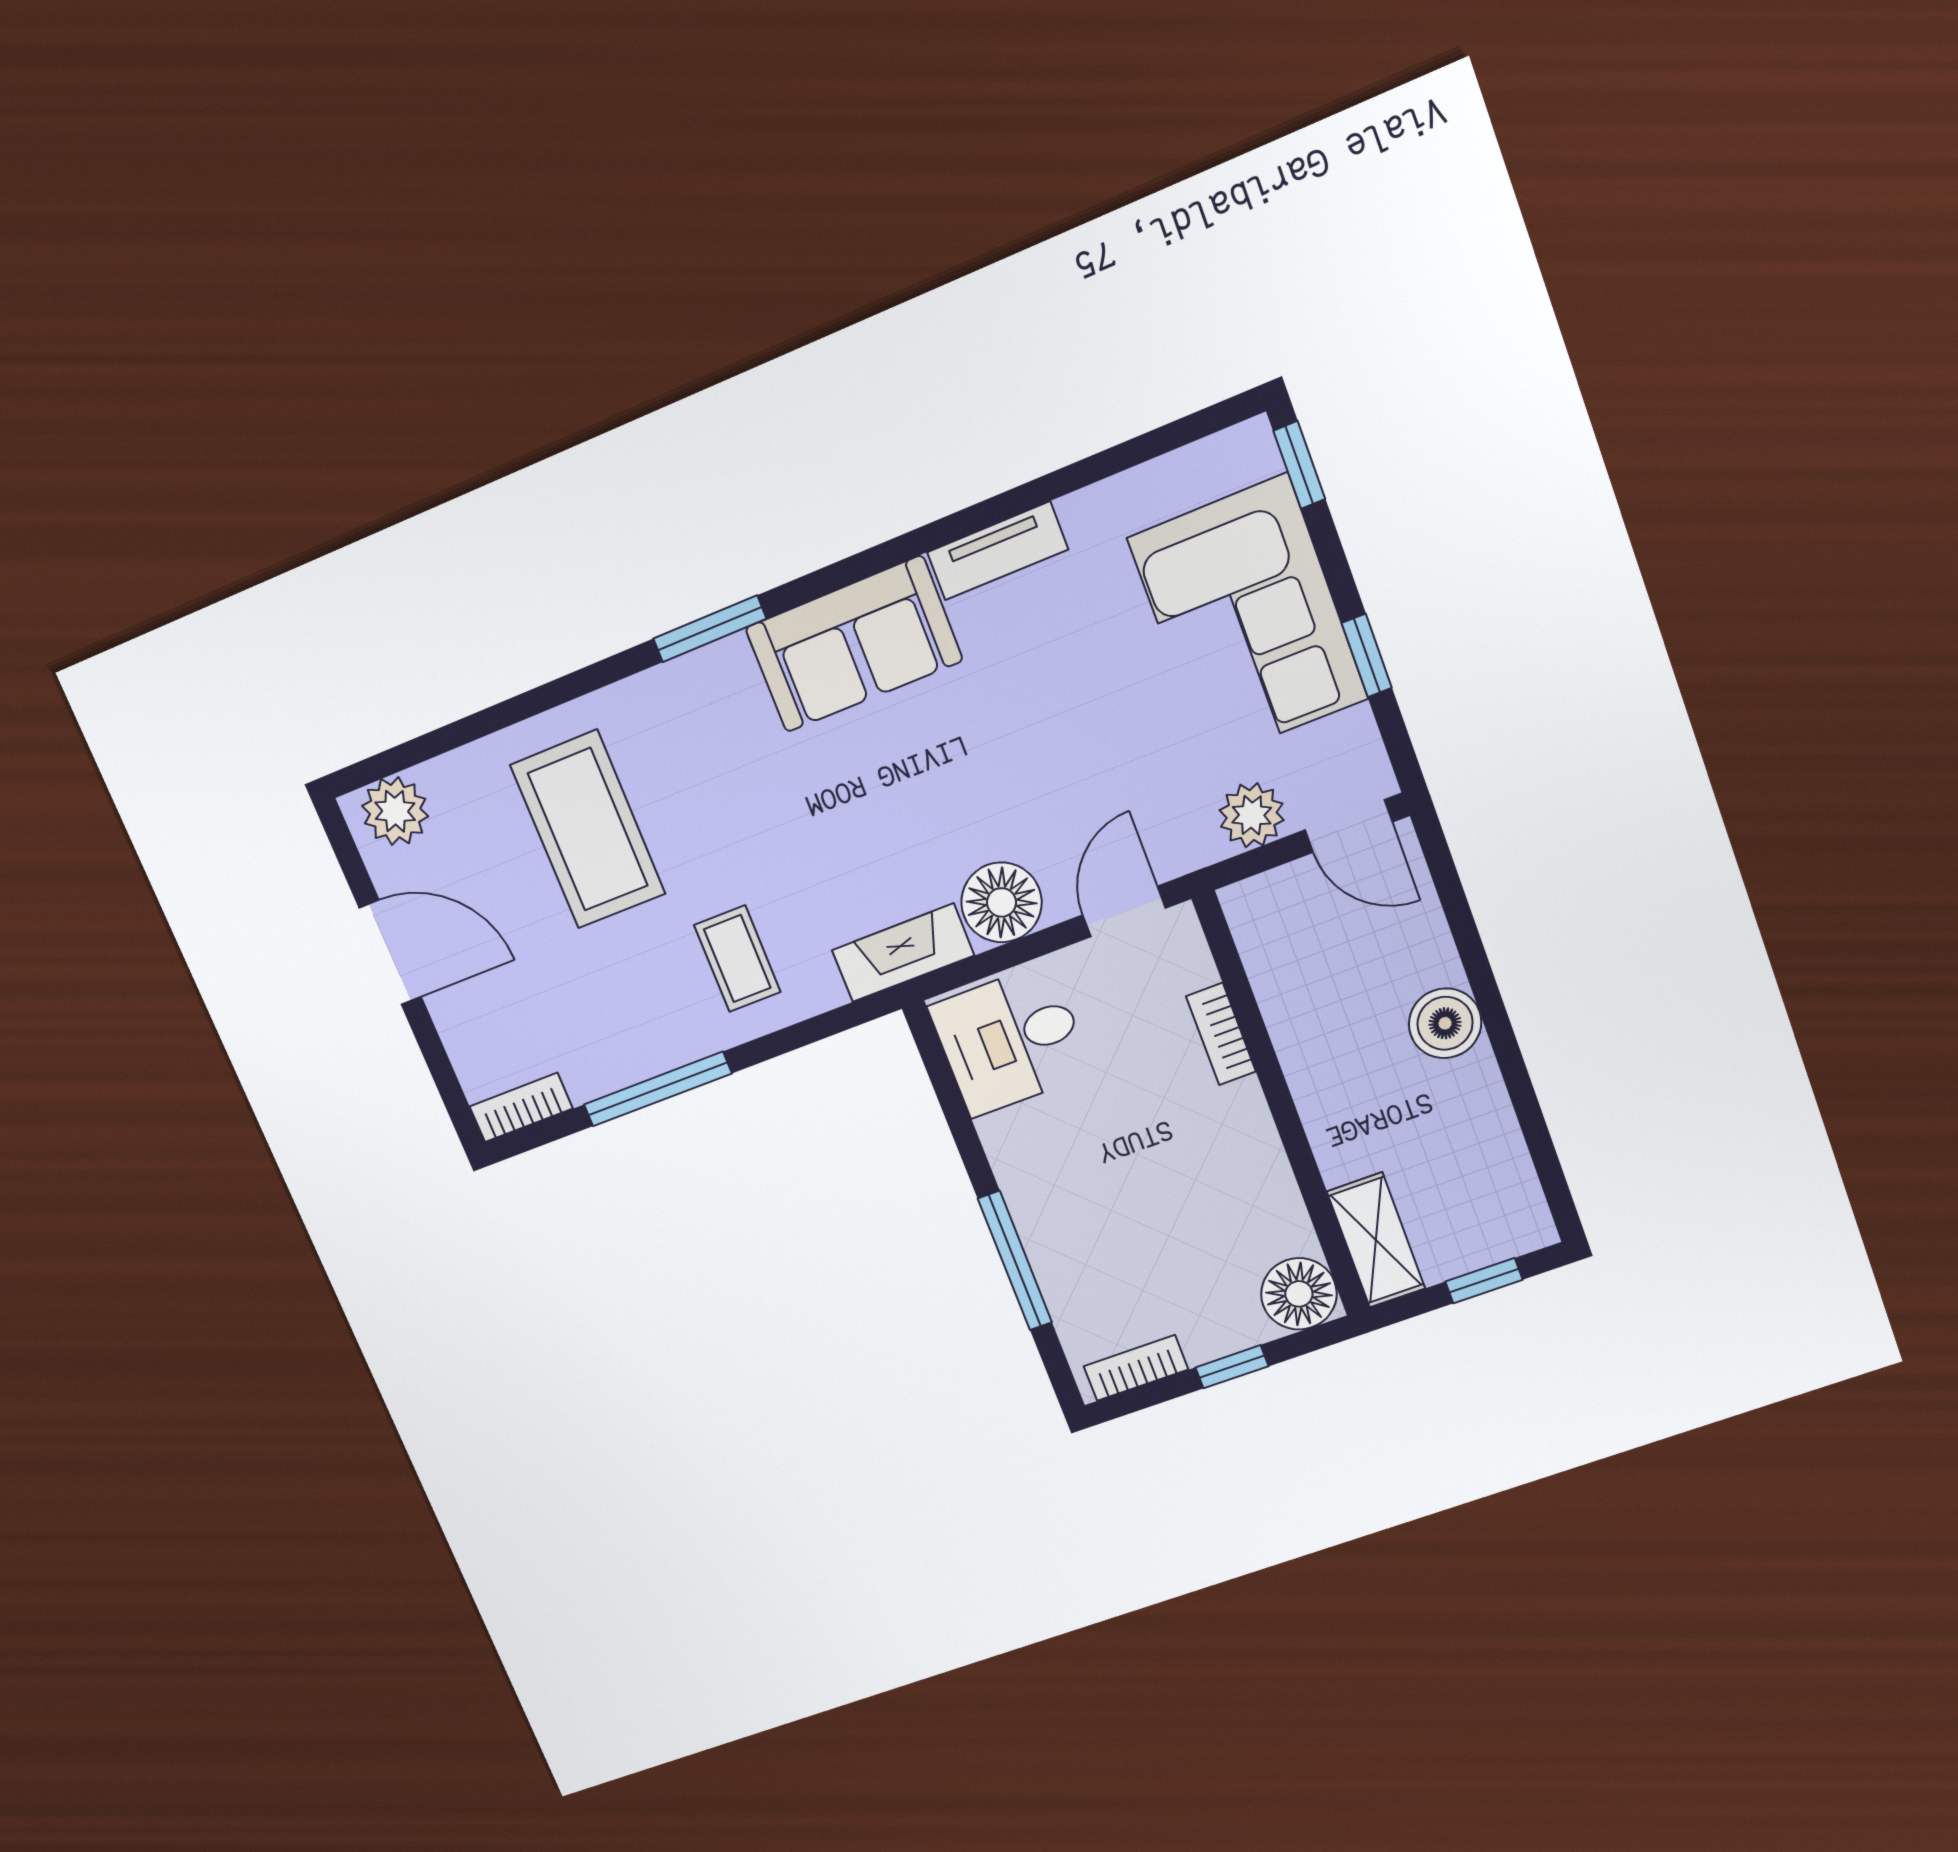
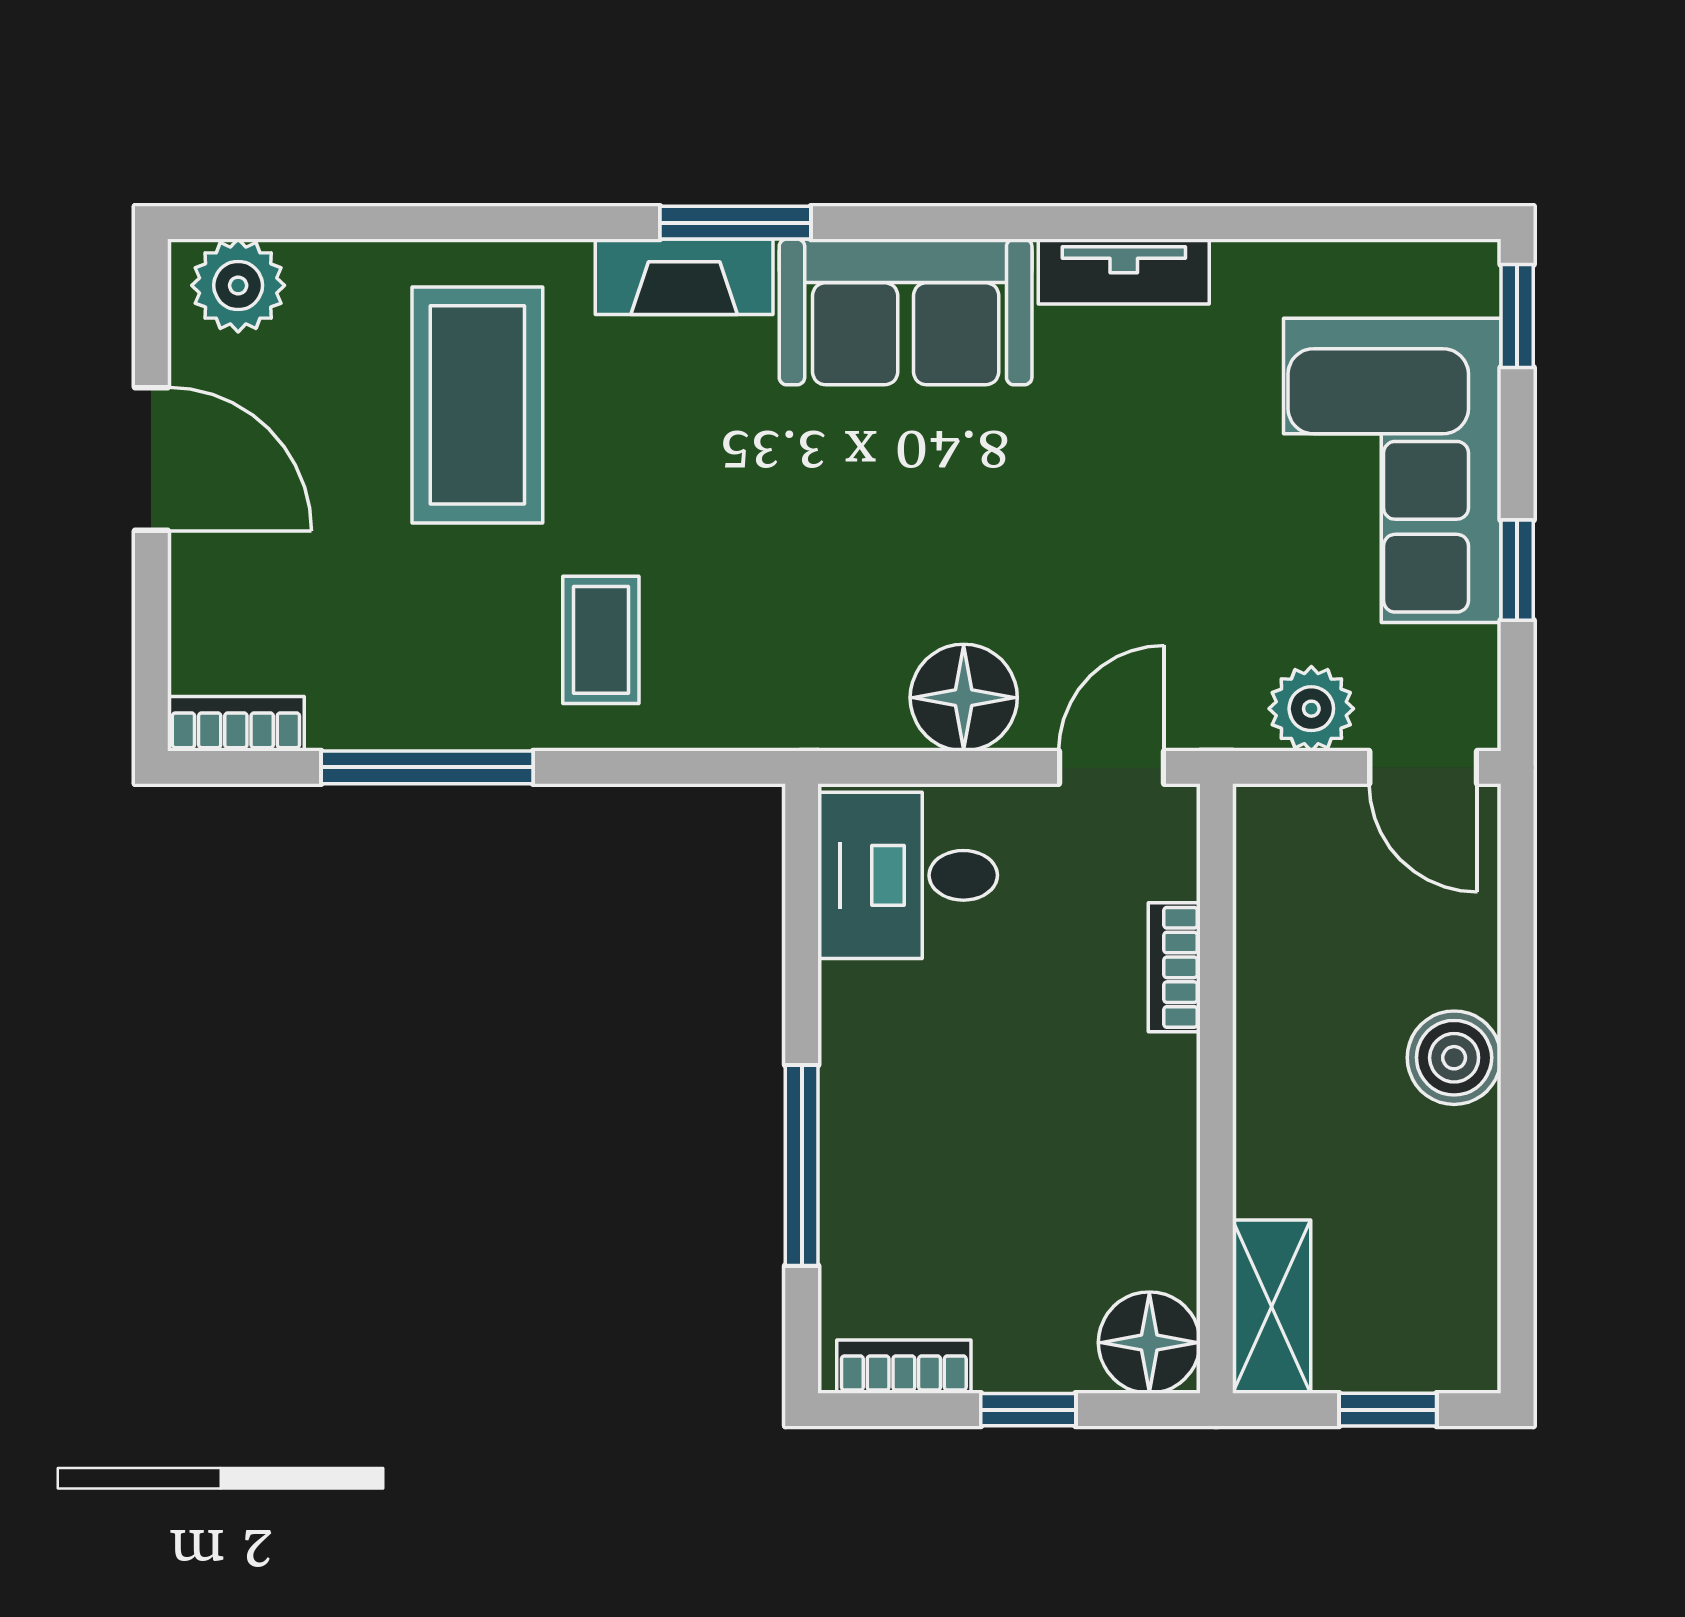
fireplace: (903, 953) -> (684, 277), moved, turned 180

